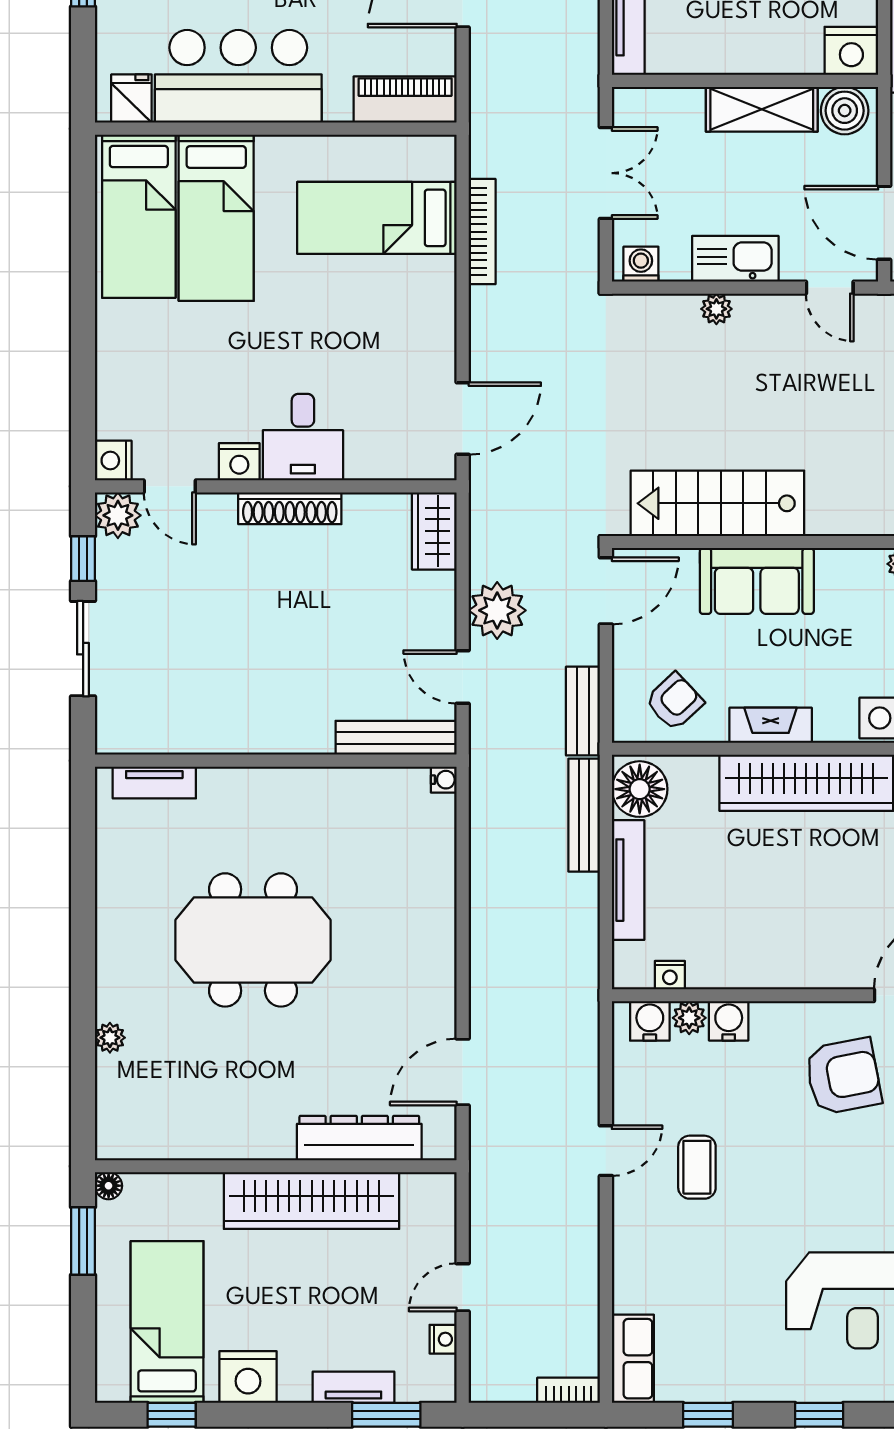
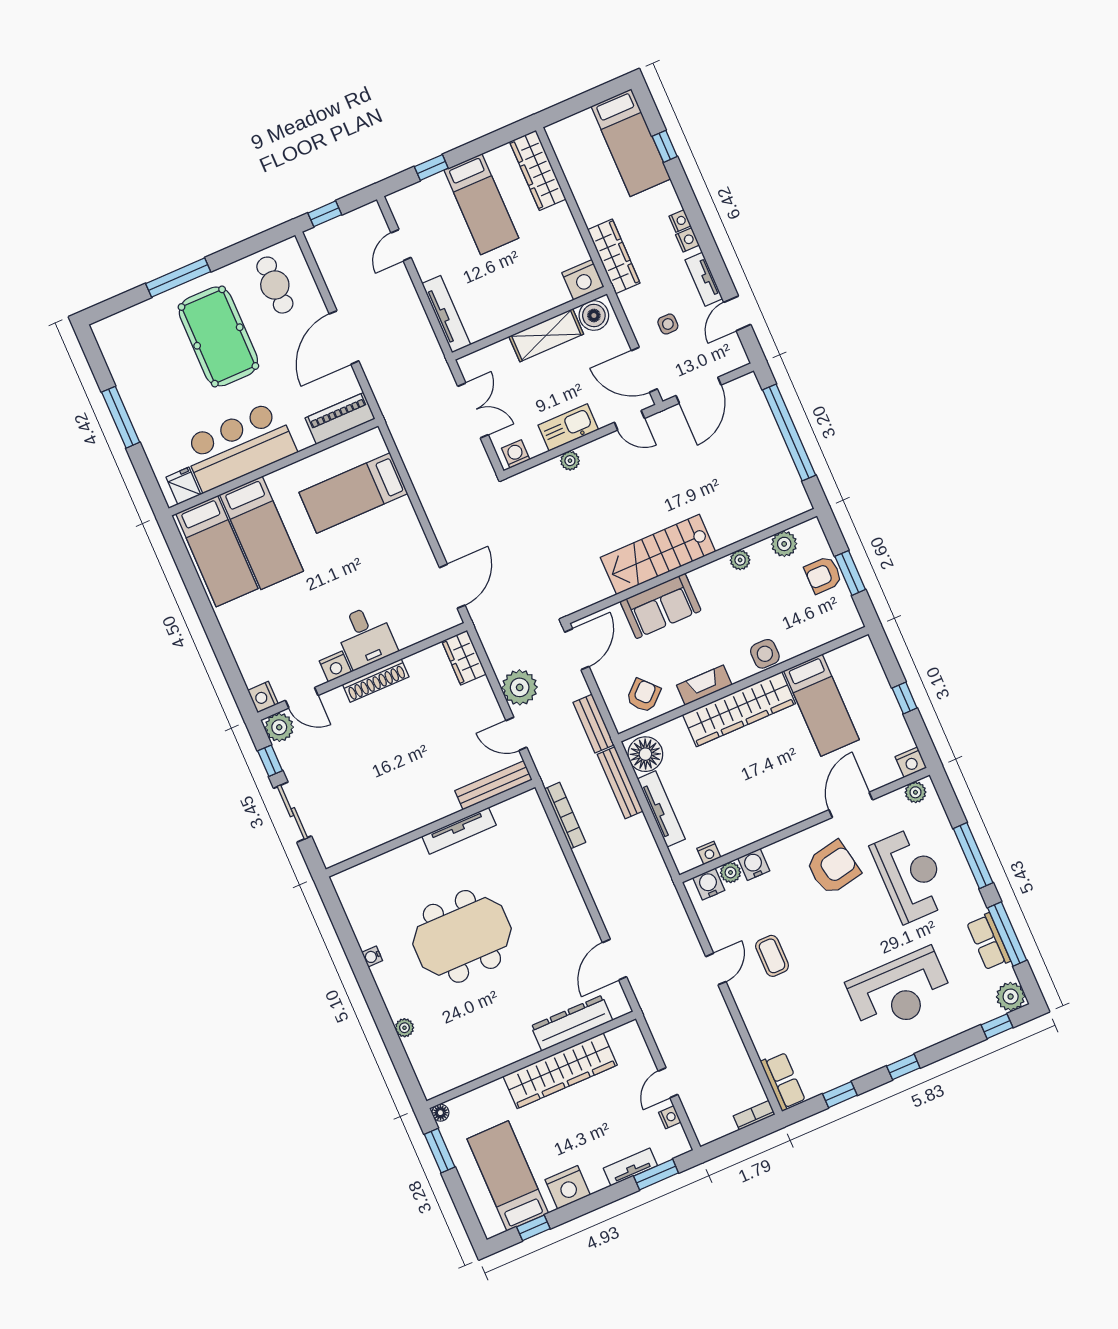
bookcase: (482, 232) -> (565, 816), moved
stairs: (717, 503) -> (658, 554), moved
water cooler: (444, 780) -> (372, 956), moved, turned 180
tv unit: (154, 783) -> (459, 831), moved, width x1.41

